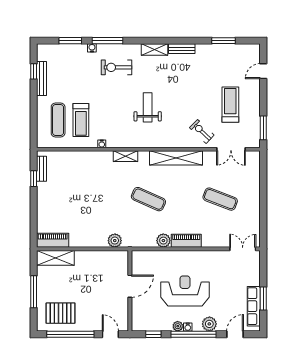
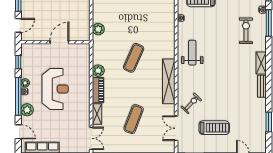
weight bench: (148, 107) -> (192, 53), moved, turned -90
shelving: (125, 156) -> (97, 114), moved
door: (130, 286) -> (59, 42), swing flipped

